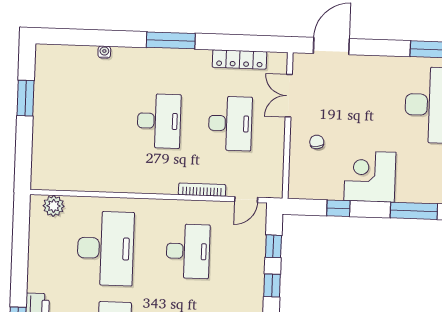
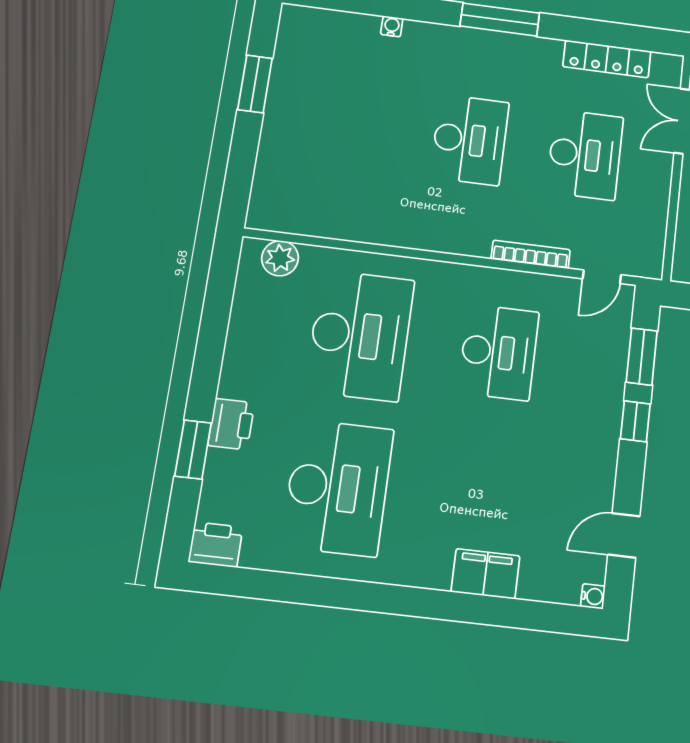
window: (273, 246) -> (642, 357), width x1.50

